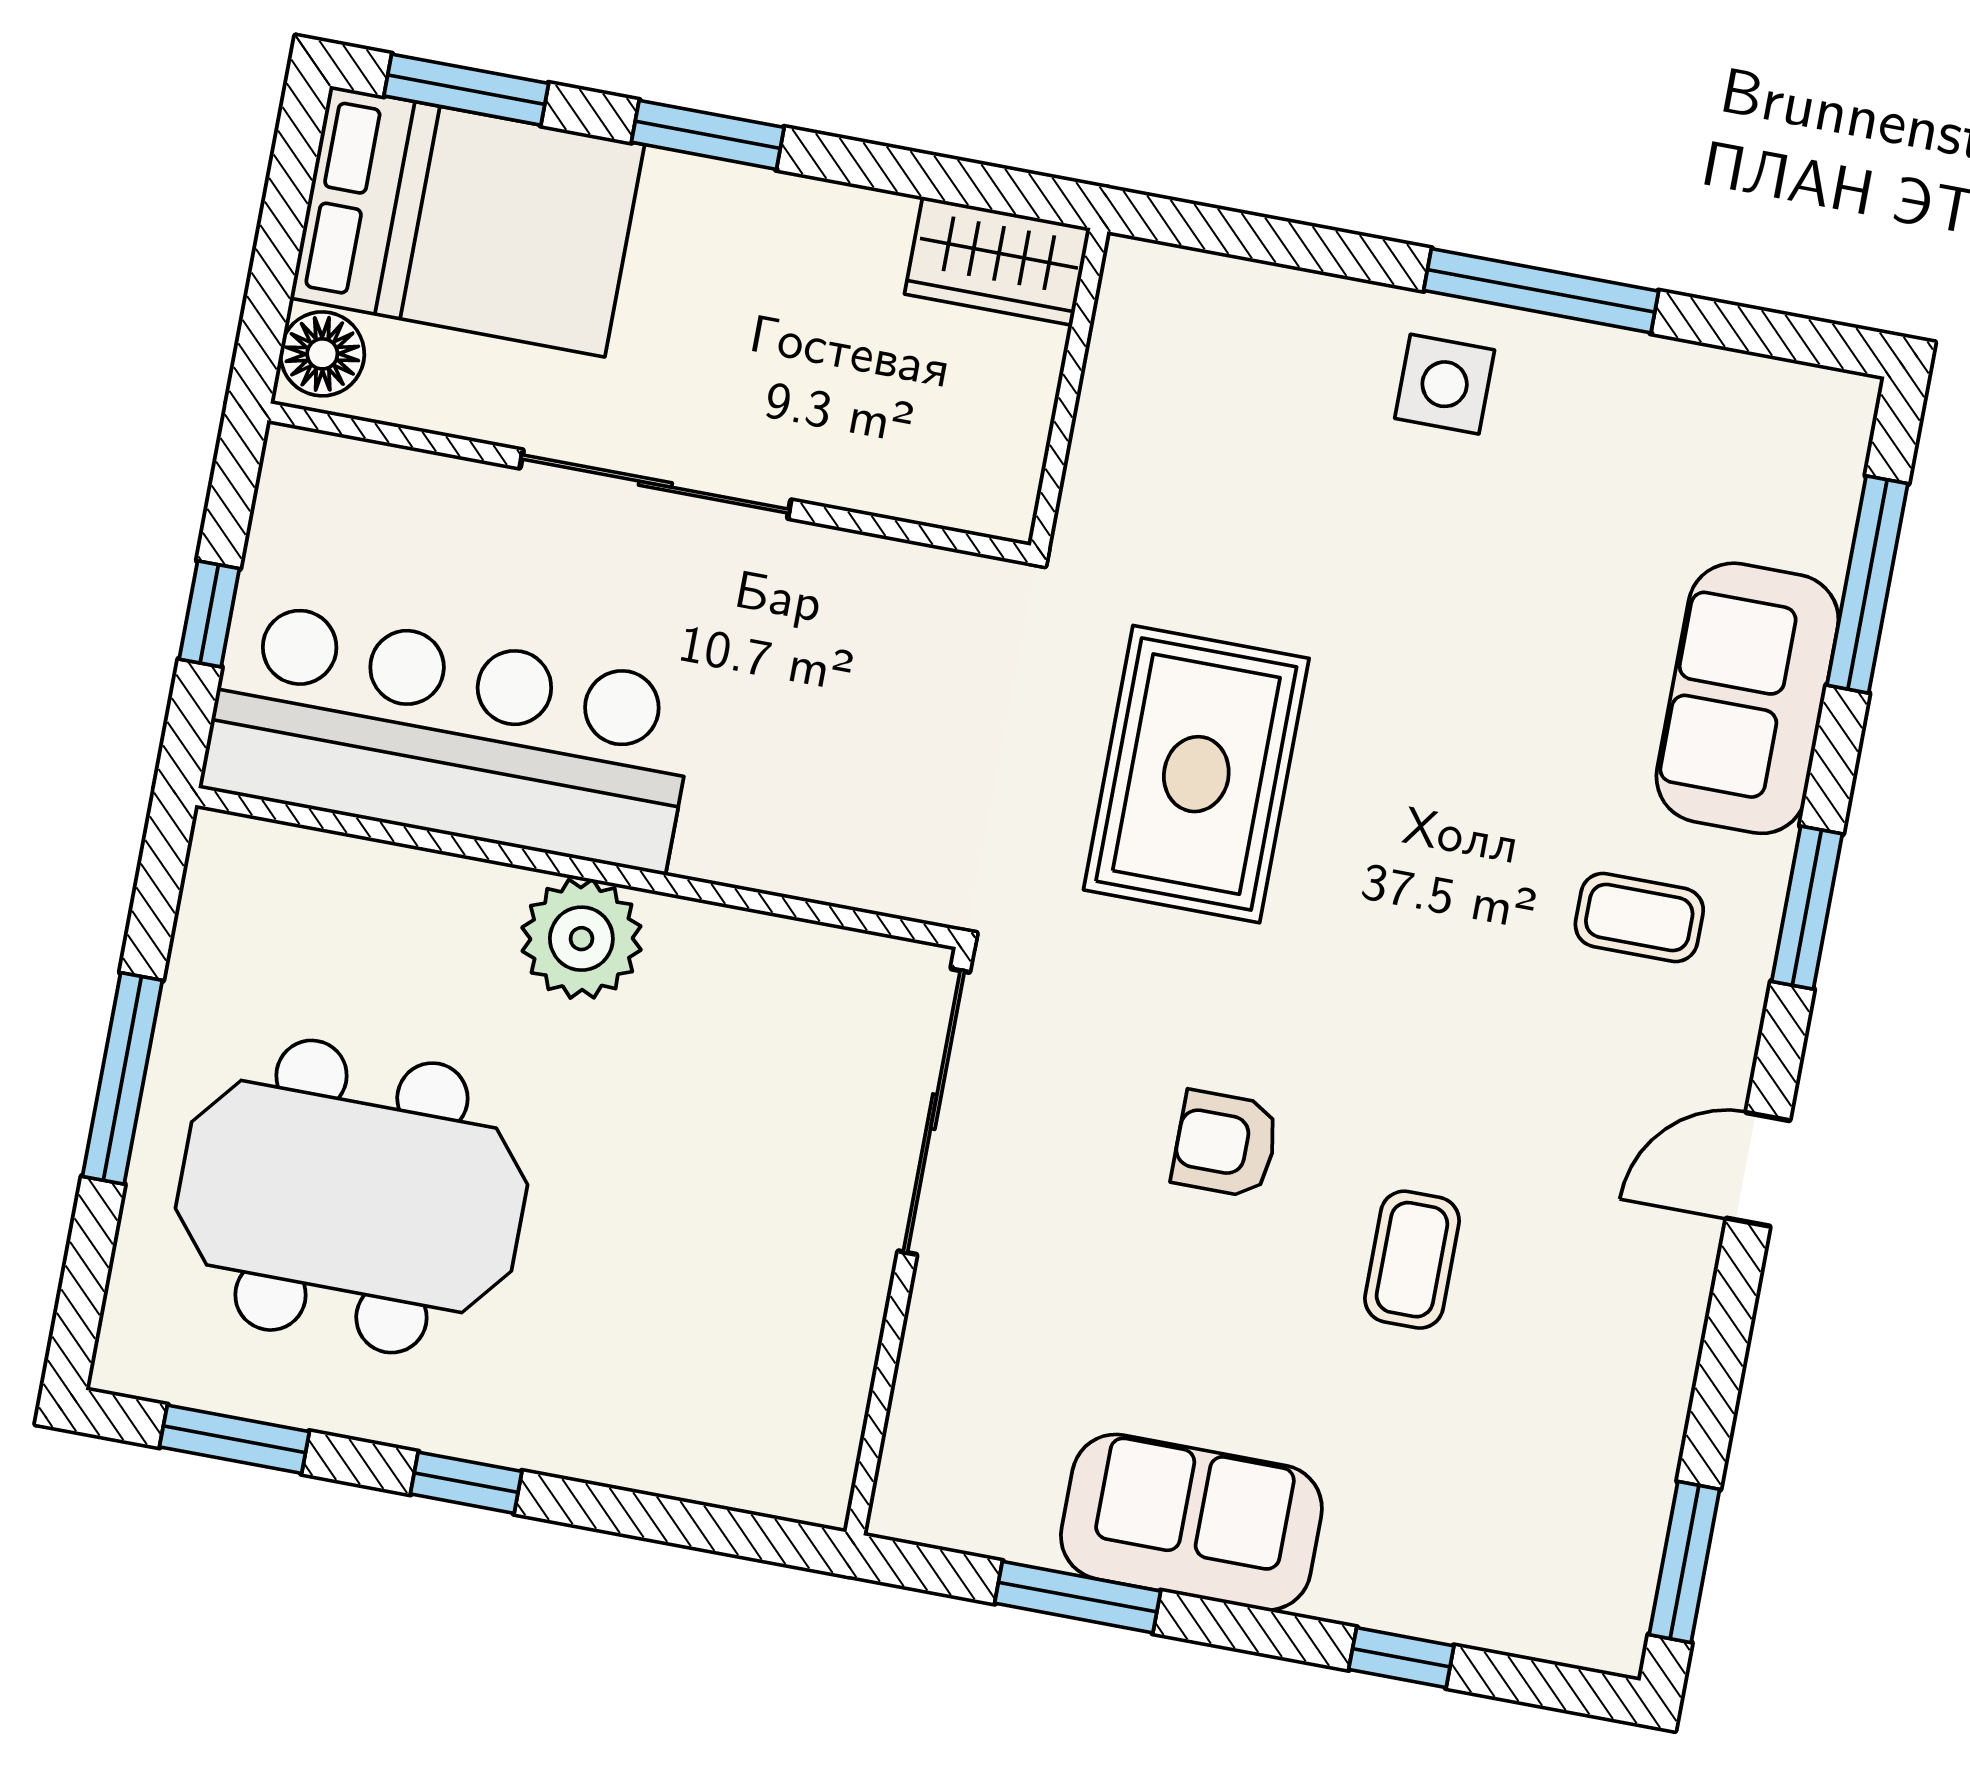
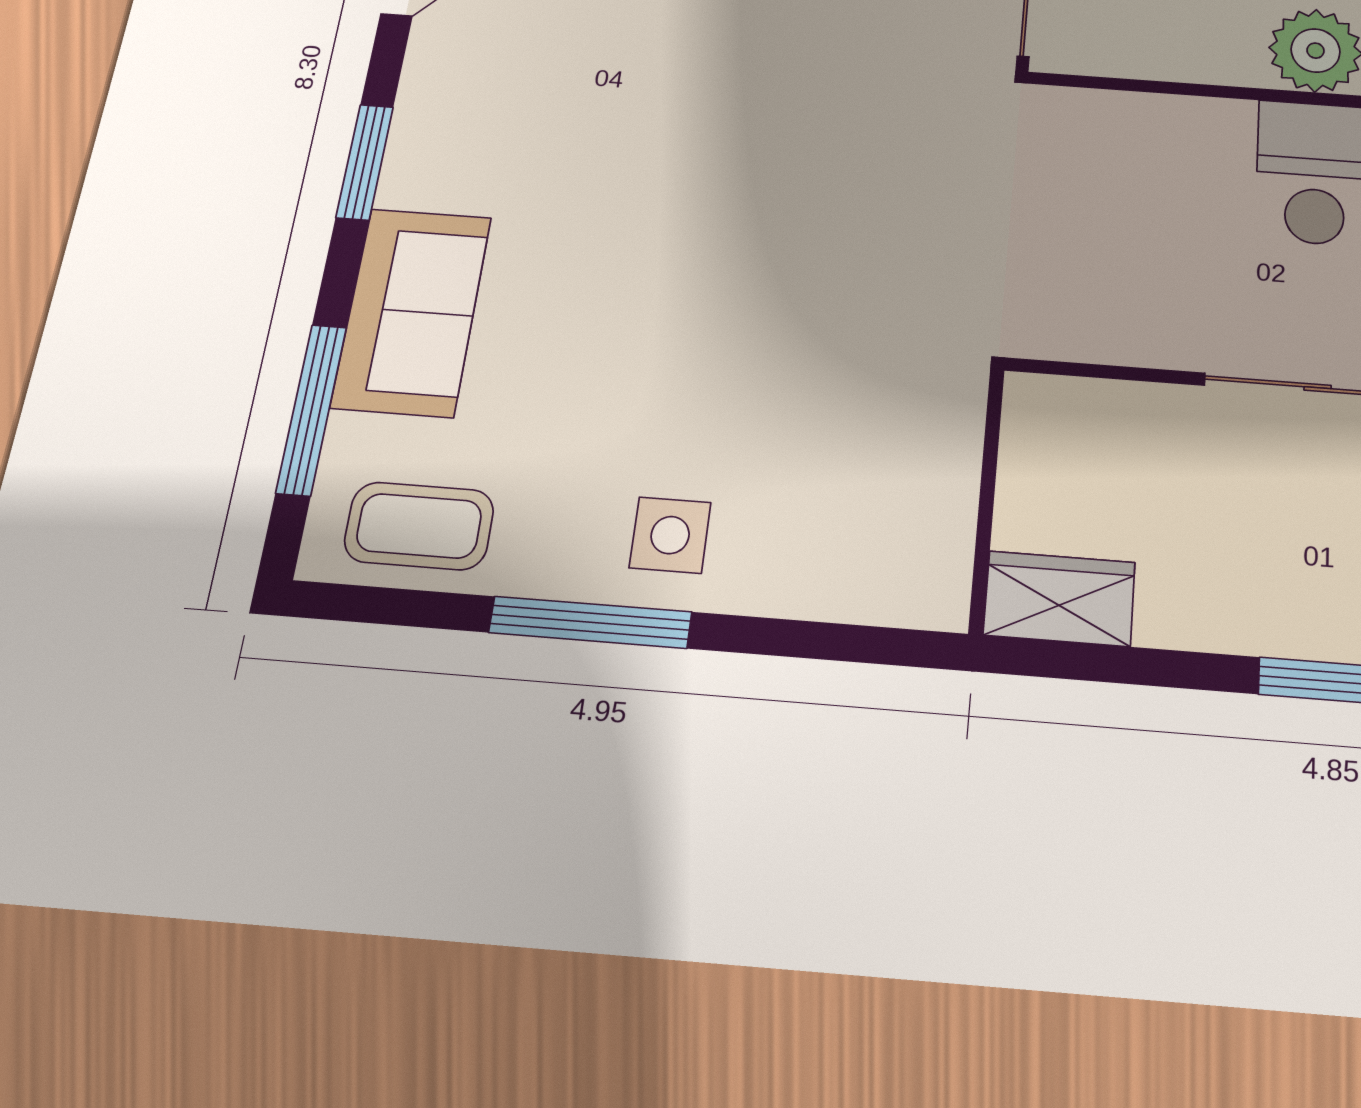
rug: (1196, 774) -> (854, 212), removed
coffee table: (1639, 917) -> (419, 526), moved, width x1.36, depth x1.30

